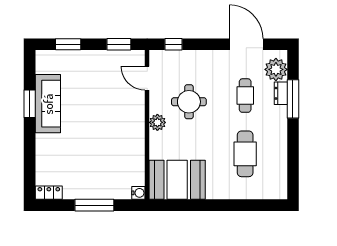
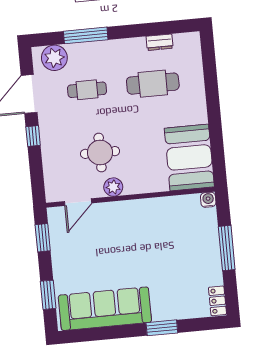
window: (174, 44) -> (33, 136), moved
dresser: (281, 93) -> (160, 42), moved
window: (30, 104) -> (162, 328), moved
sofa: (48, 104) -> (105, 309), width x1.36, depth x1.27
plant: (157, 122) -> (113, 187), moved

